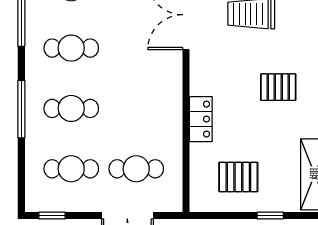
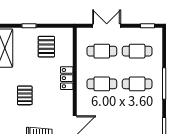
cafe table: (71, 48) -> (102, 84), moved
pallet: (278, 87) -> (25, 95), turned 90
pallet: (238, 177) -> (46, 47), turned 90

